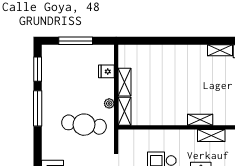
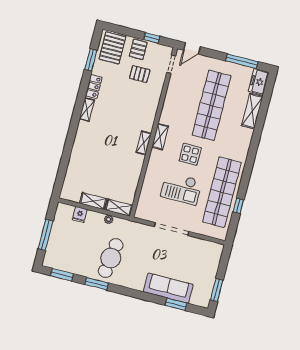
window: (38, 108) -> (97, 284), width x0.69
cafe table: (84, 125) -> (111, 258), moved

